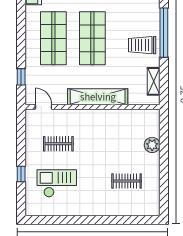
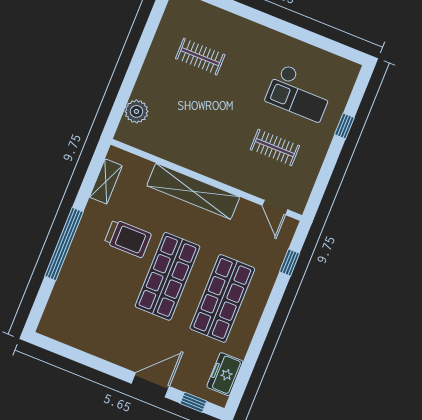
trolley: (142, 45) -> (128, 238), moved
plant: (152, 145) -> (136, 111), moved

